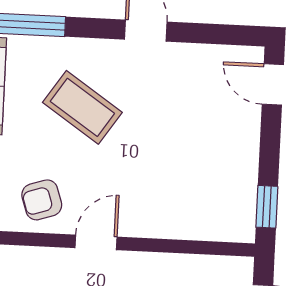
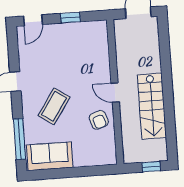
window: (267, 207) -> (70, 18), moved

